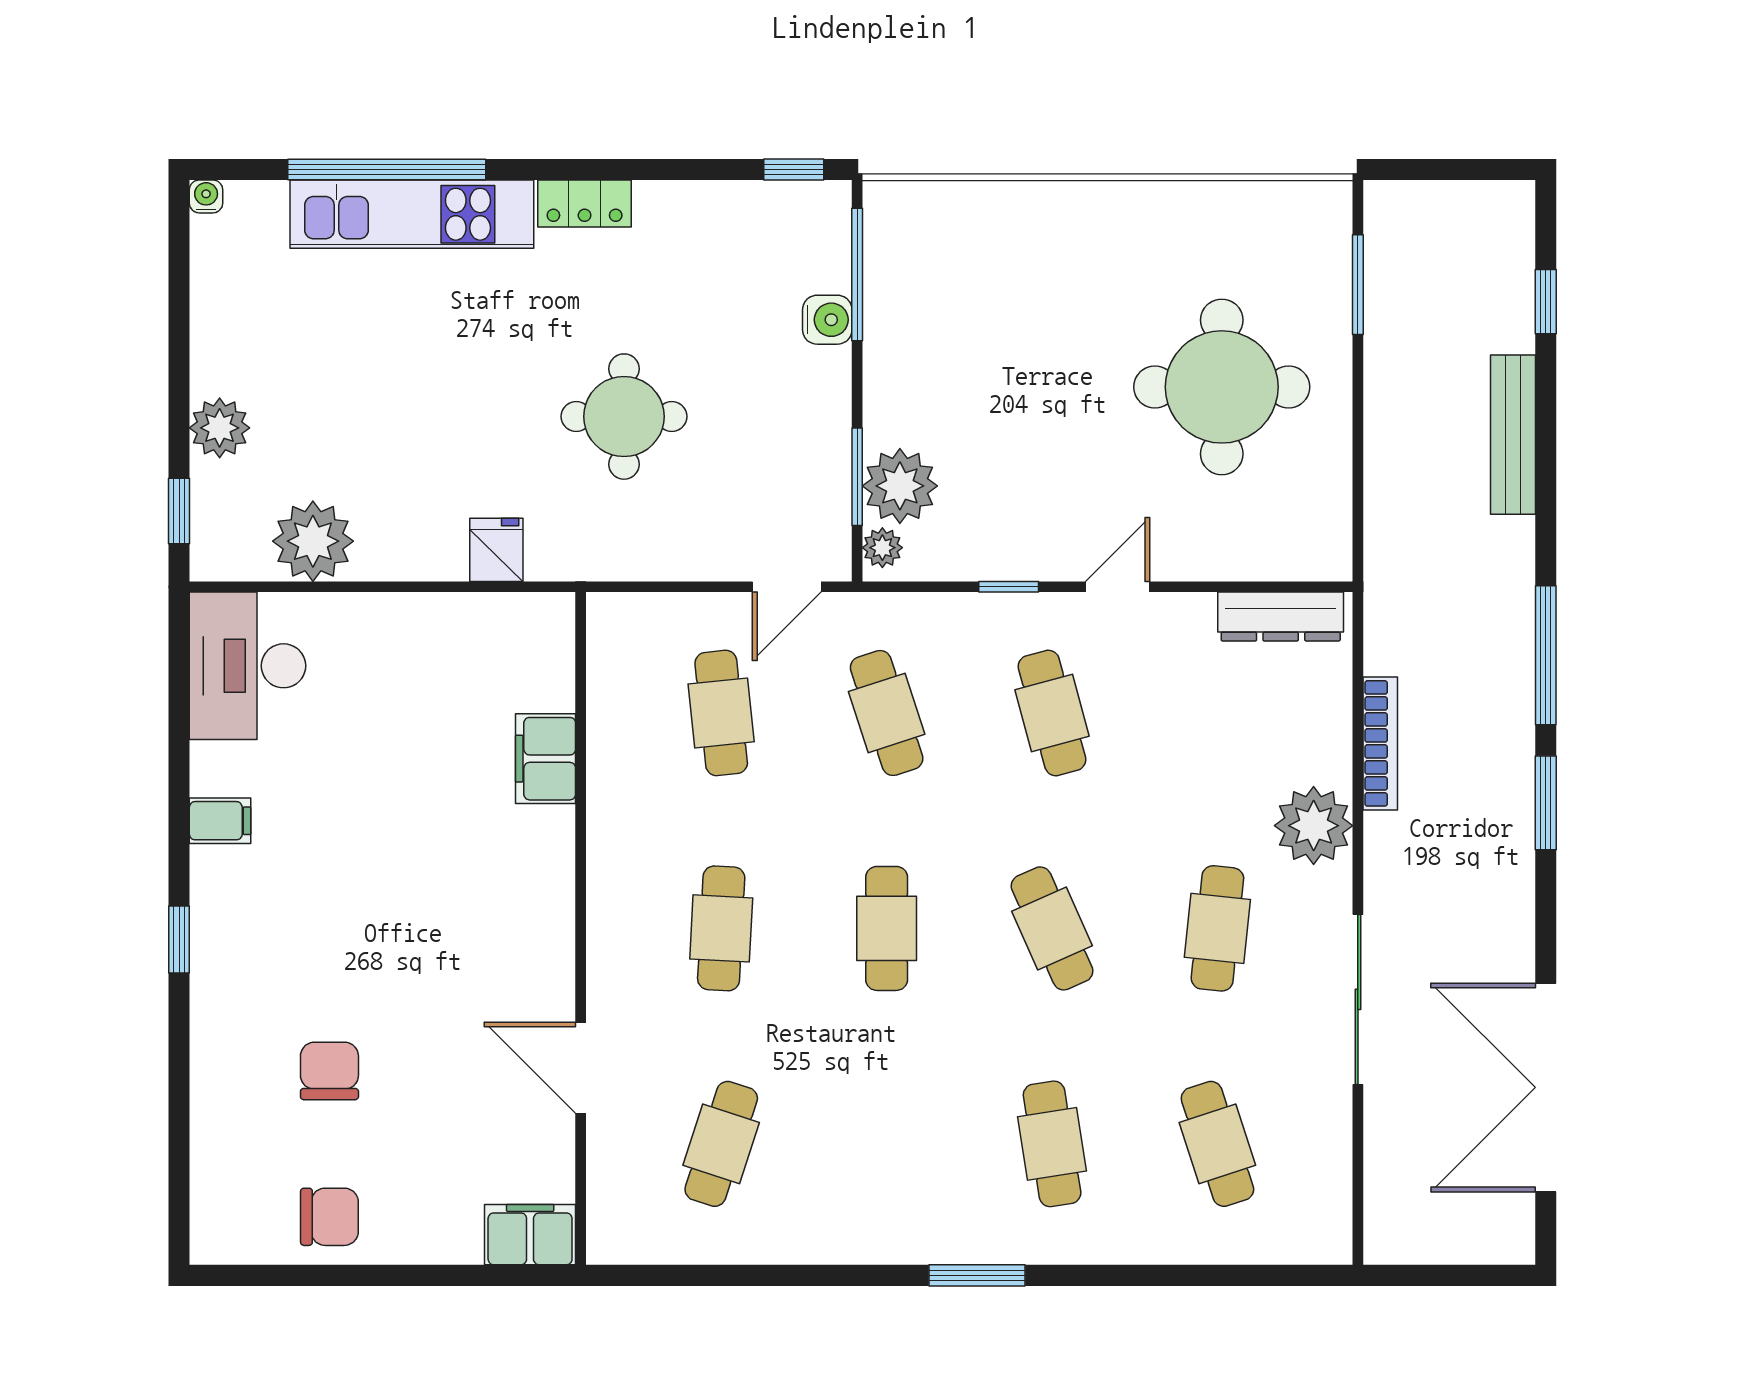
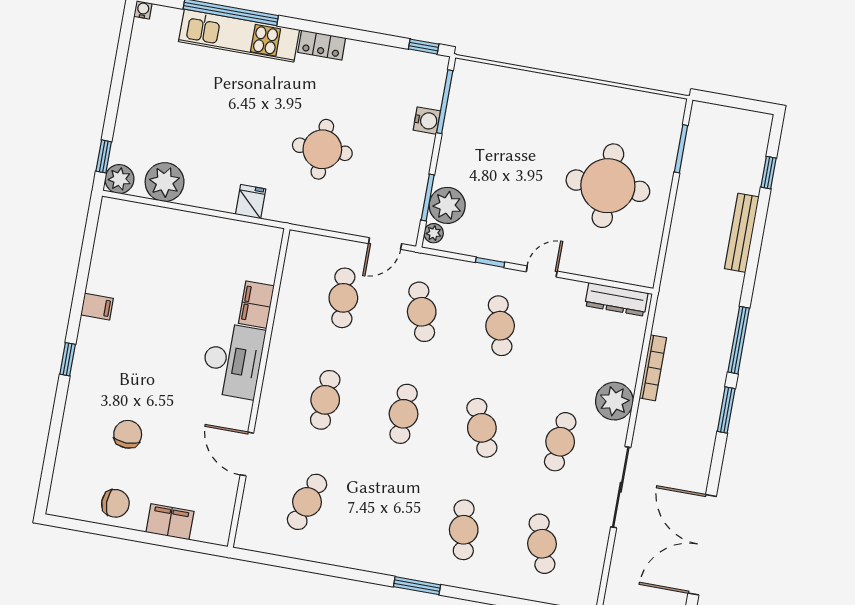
plant: (220, 428) -> (119, 179), moved
desk: (248, 666) -> (233, 361), moved, turned 180
filing cabinet: (530, 1235) -> (170, 522), moved

